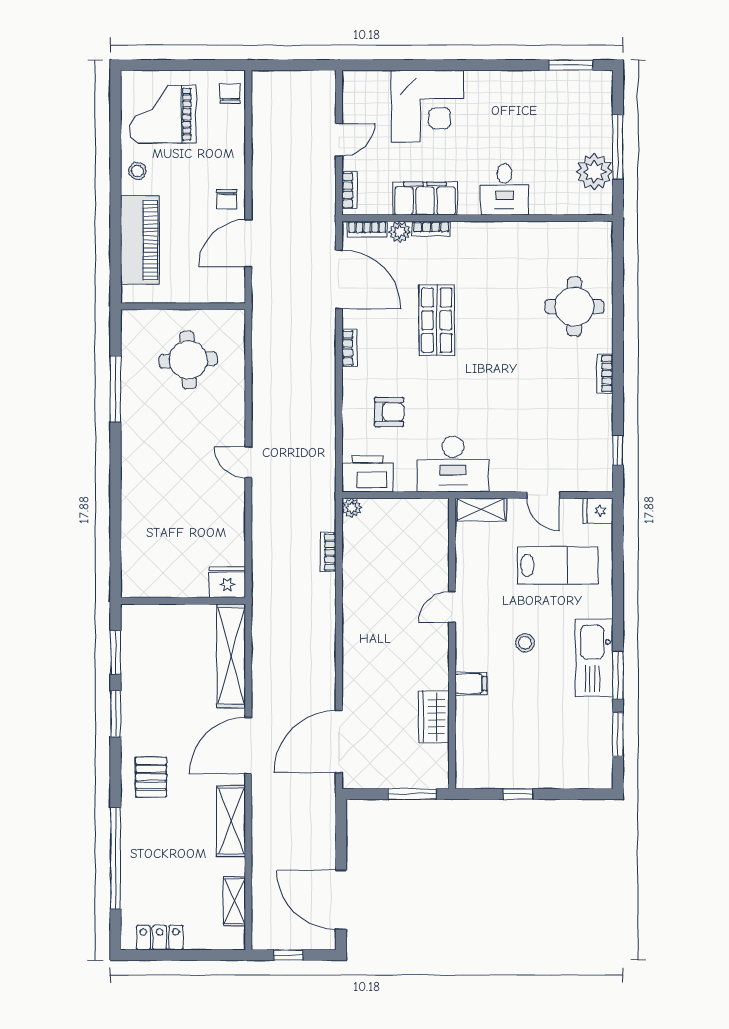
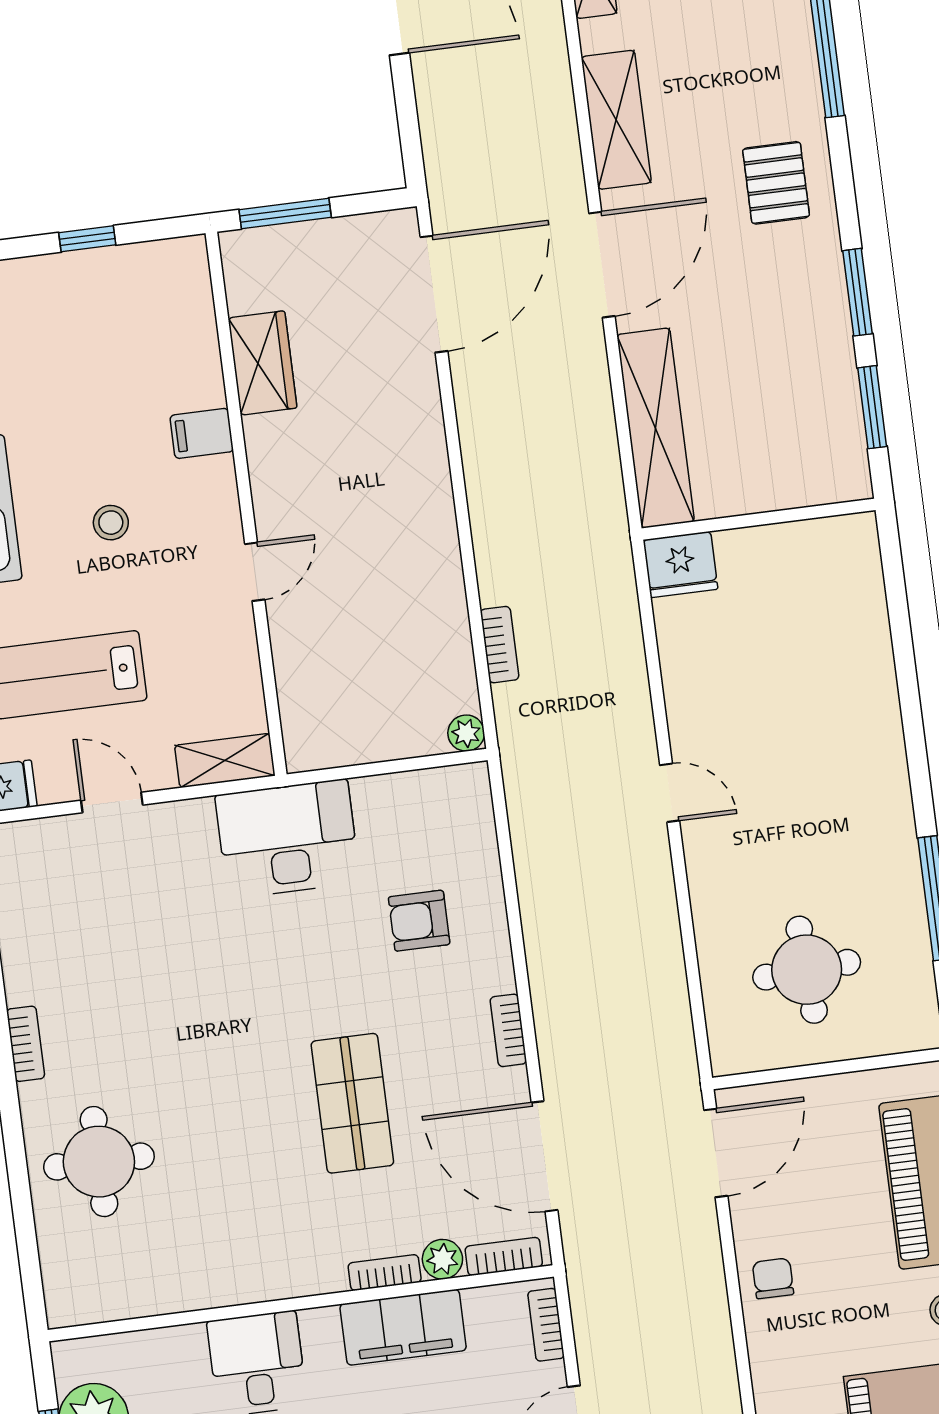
door: (248, 243) -> (716, 1153), moved
printer: (368, 474) -> (444, 800), removed

